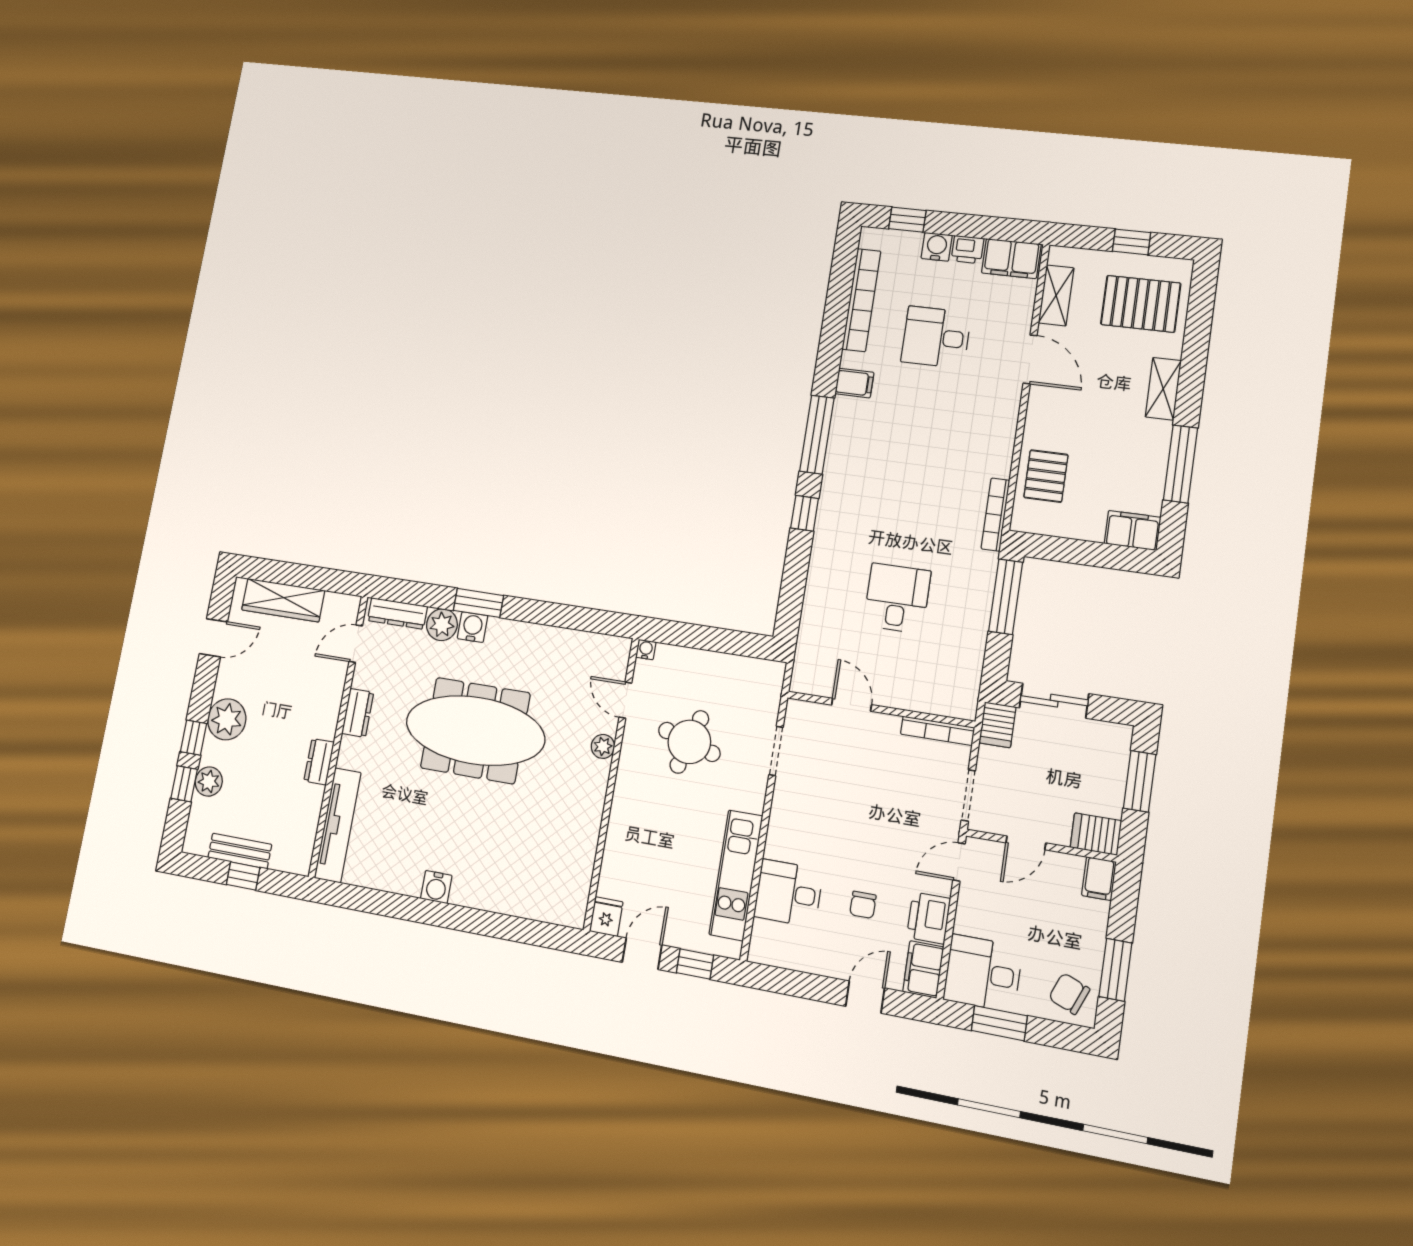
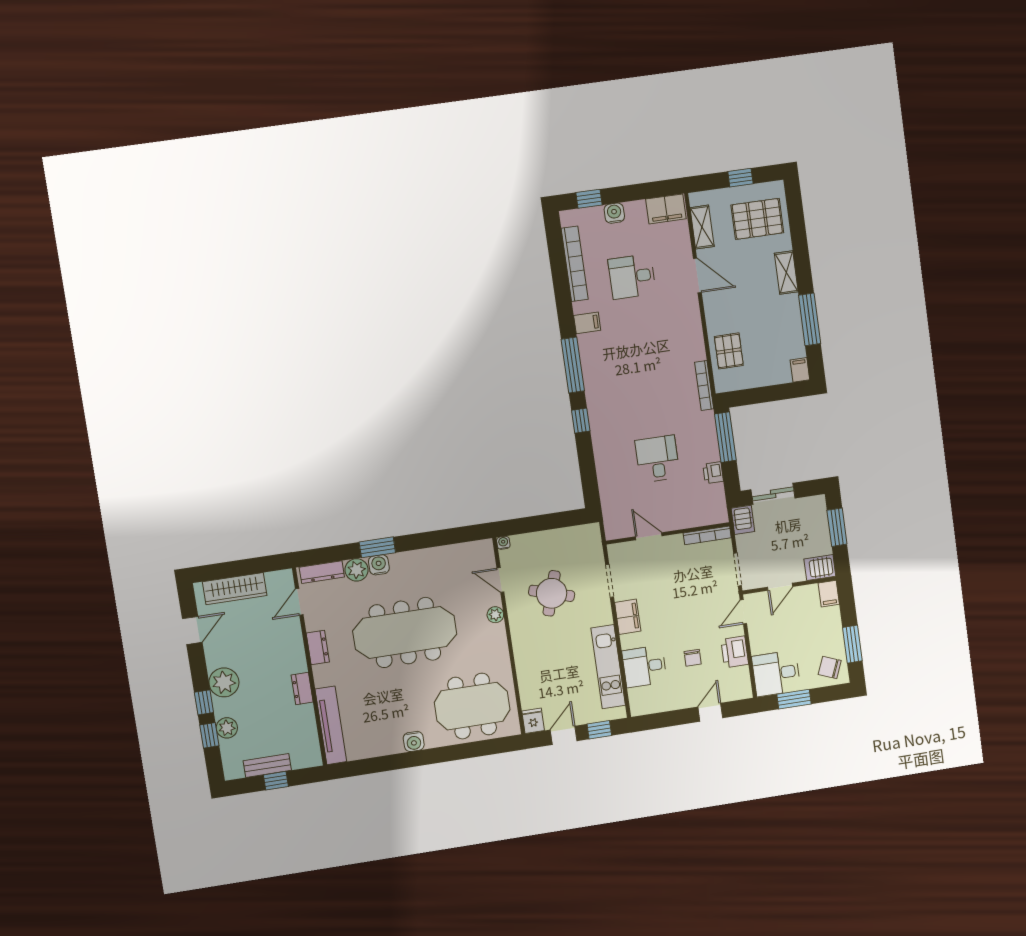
printer: (967, 249) -> (713, 473), moved, turned 90
filing cabinet: (1133, 530) -> (800, 370), width x0.50
meeting table: (530, 865) -> (472, 706), added
filing cabinet: (923, 969) -> (628, 617), moved, turned 180

